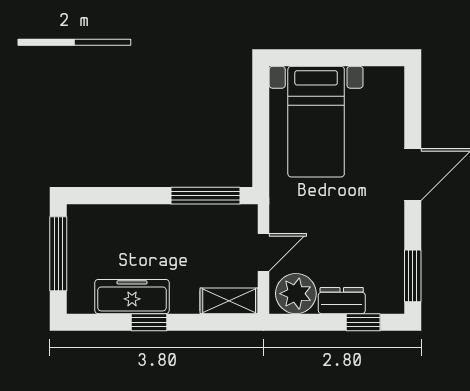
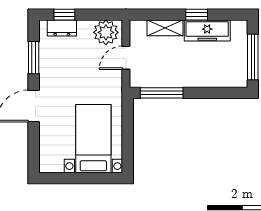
window: (413, 276) -> (34, 58), moved
shelving: (229, 301) -> (165, 28), moved
dresser: (342, 301) -> (62, 28), moved

